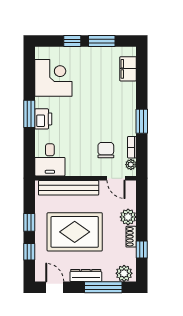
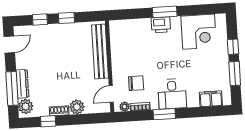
desk: (50, 160) -> (172, 94), moved, turned -90
rug: (75, 232) -> (60, 59), removed
dresser: (86, 275) -> (22, 84), moved

